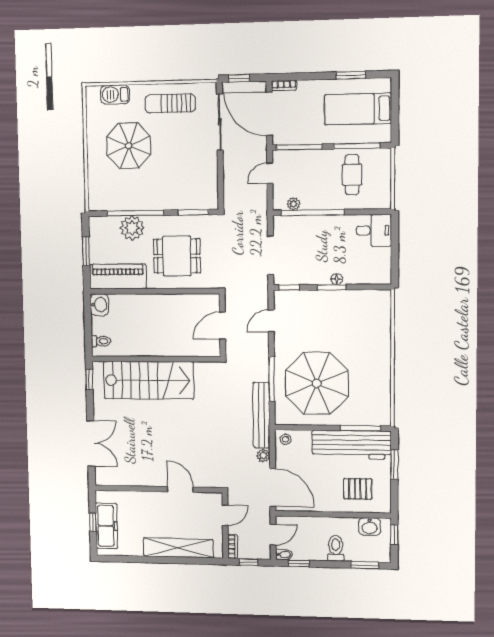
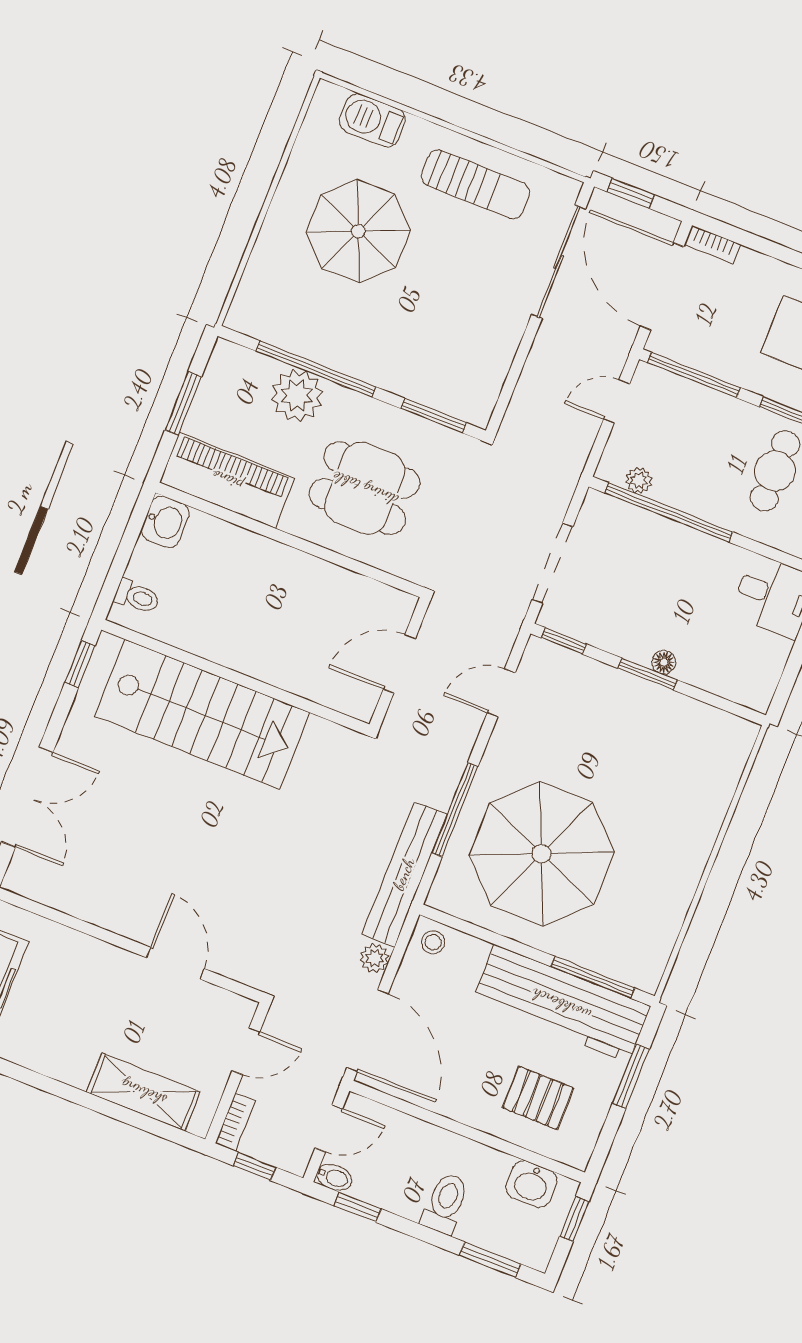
sun lounger: (170, 103) -> (475, 184), turned 180
shelving: (178, 548) -> (143, 1092), width x0.68

